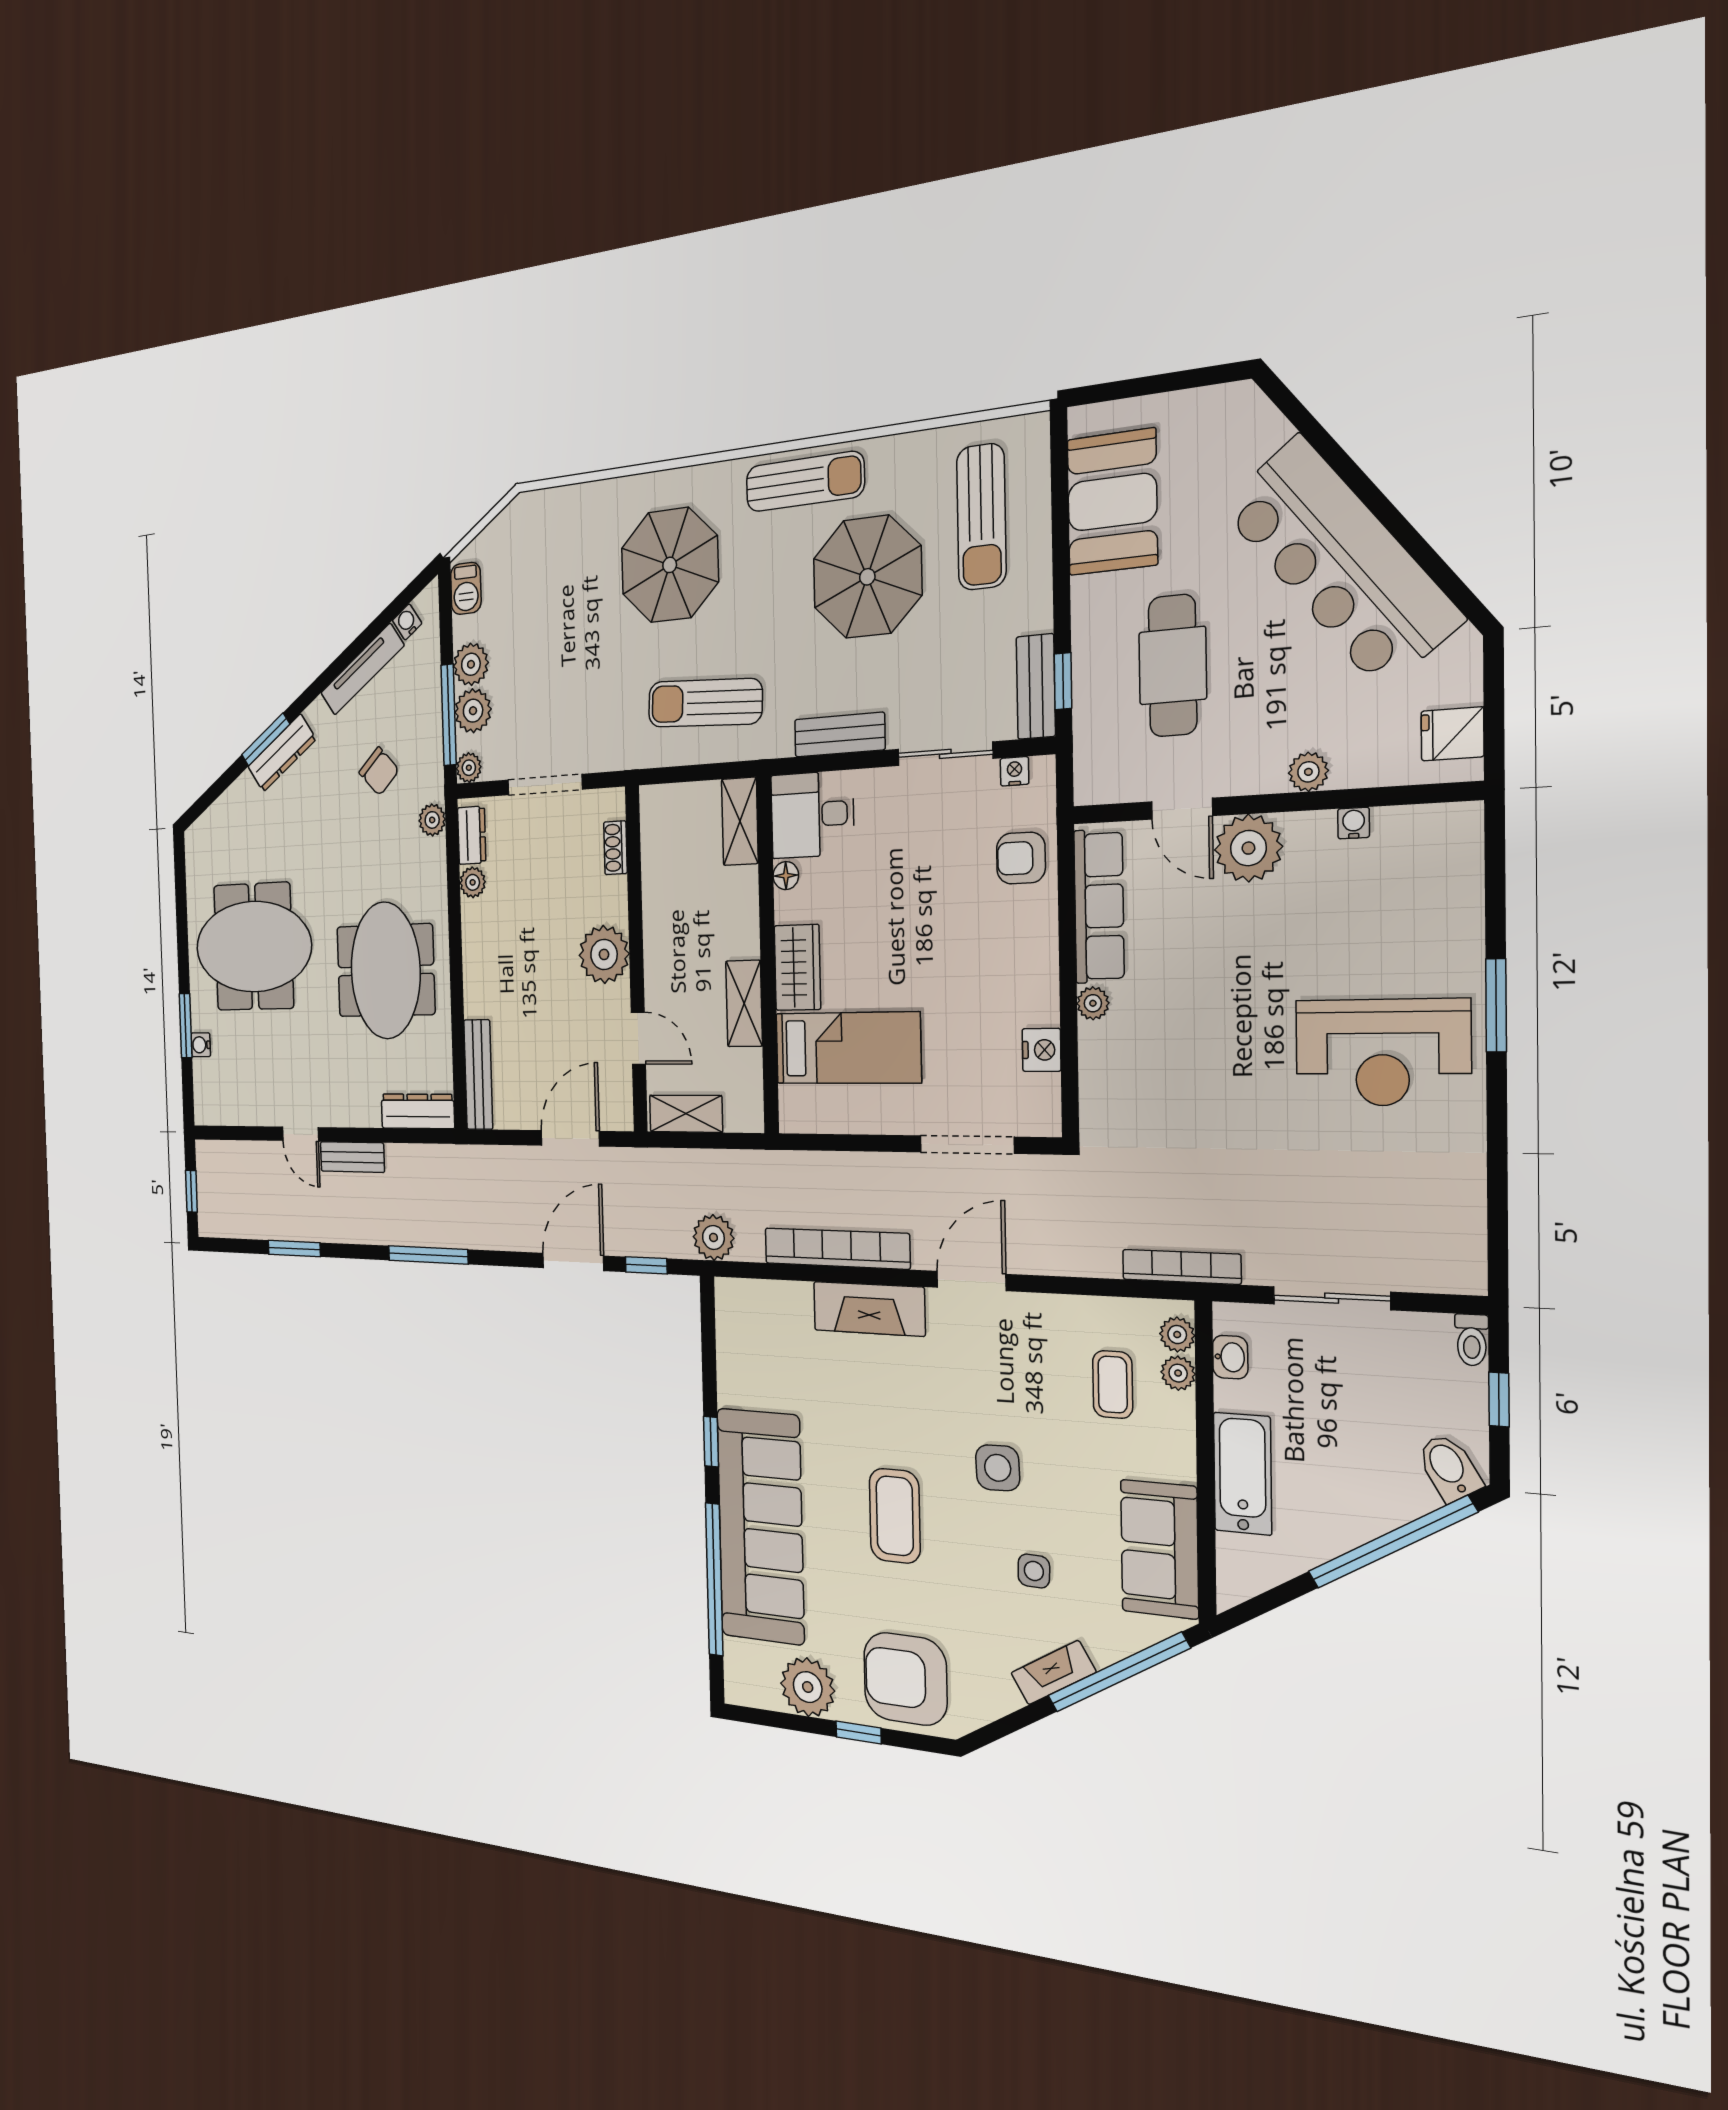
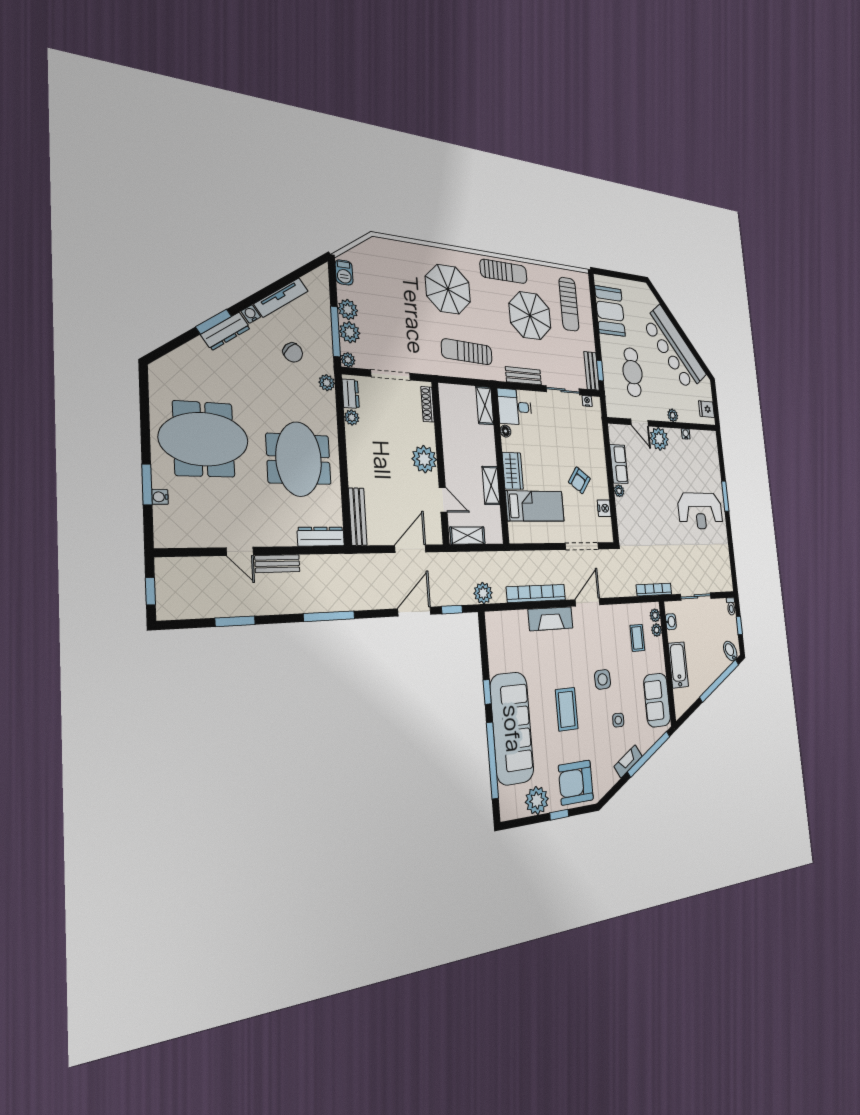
water cooler: (407, 622) -> (251, 314), moved
shoe rack: (615, 848) -> (428, 404), width x1.43
armchair: (1021, 858) -> (579, 480), moved, turned -54
row of seats: (1099, 906) -> (619, 464), width x0.68

